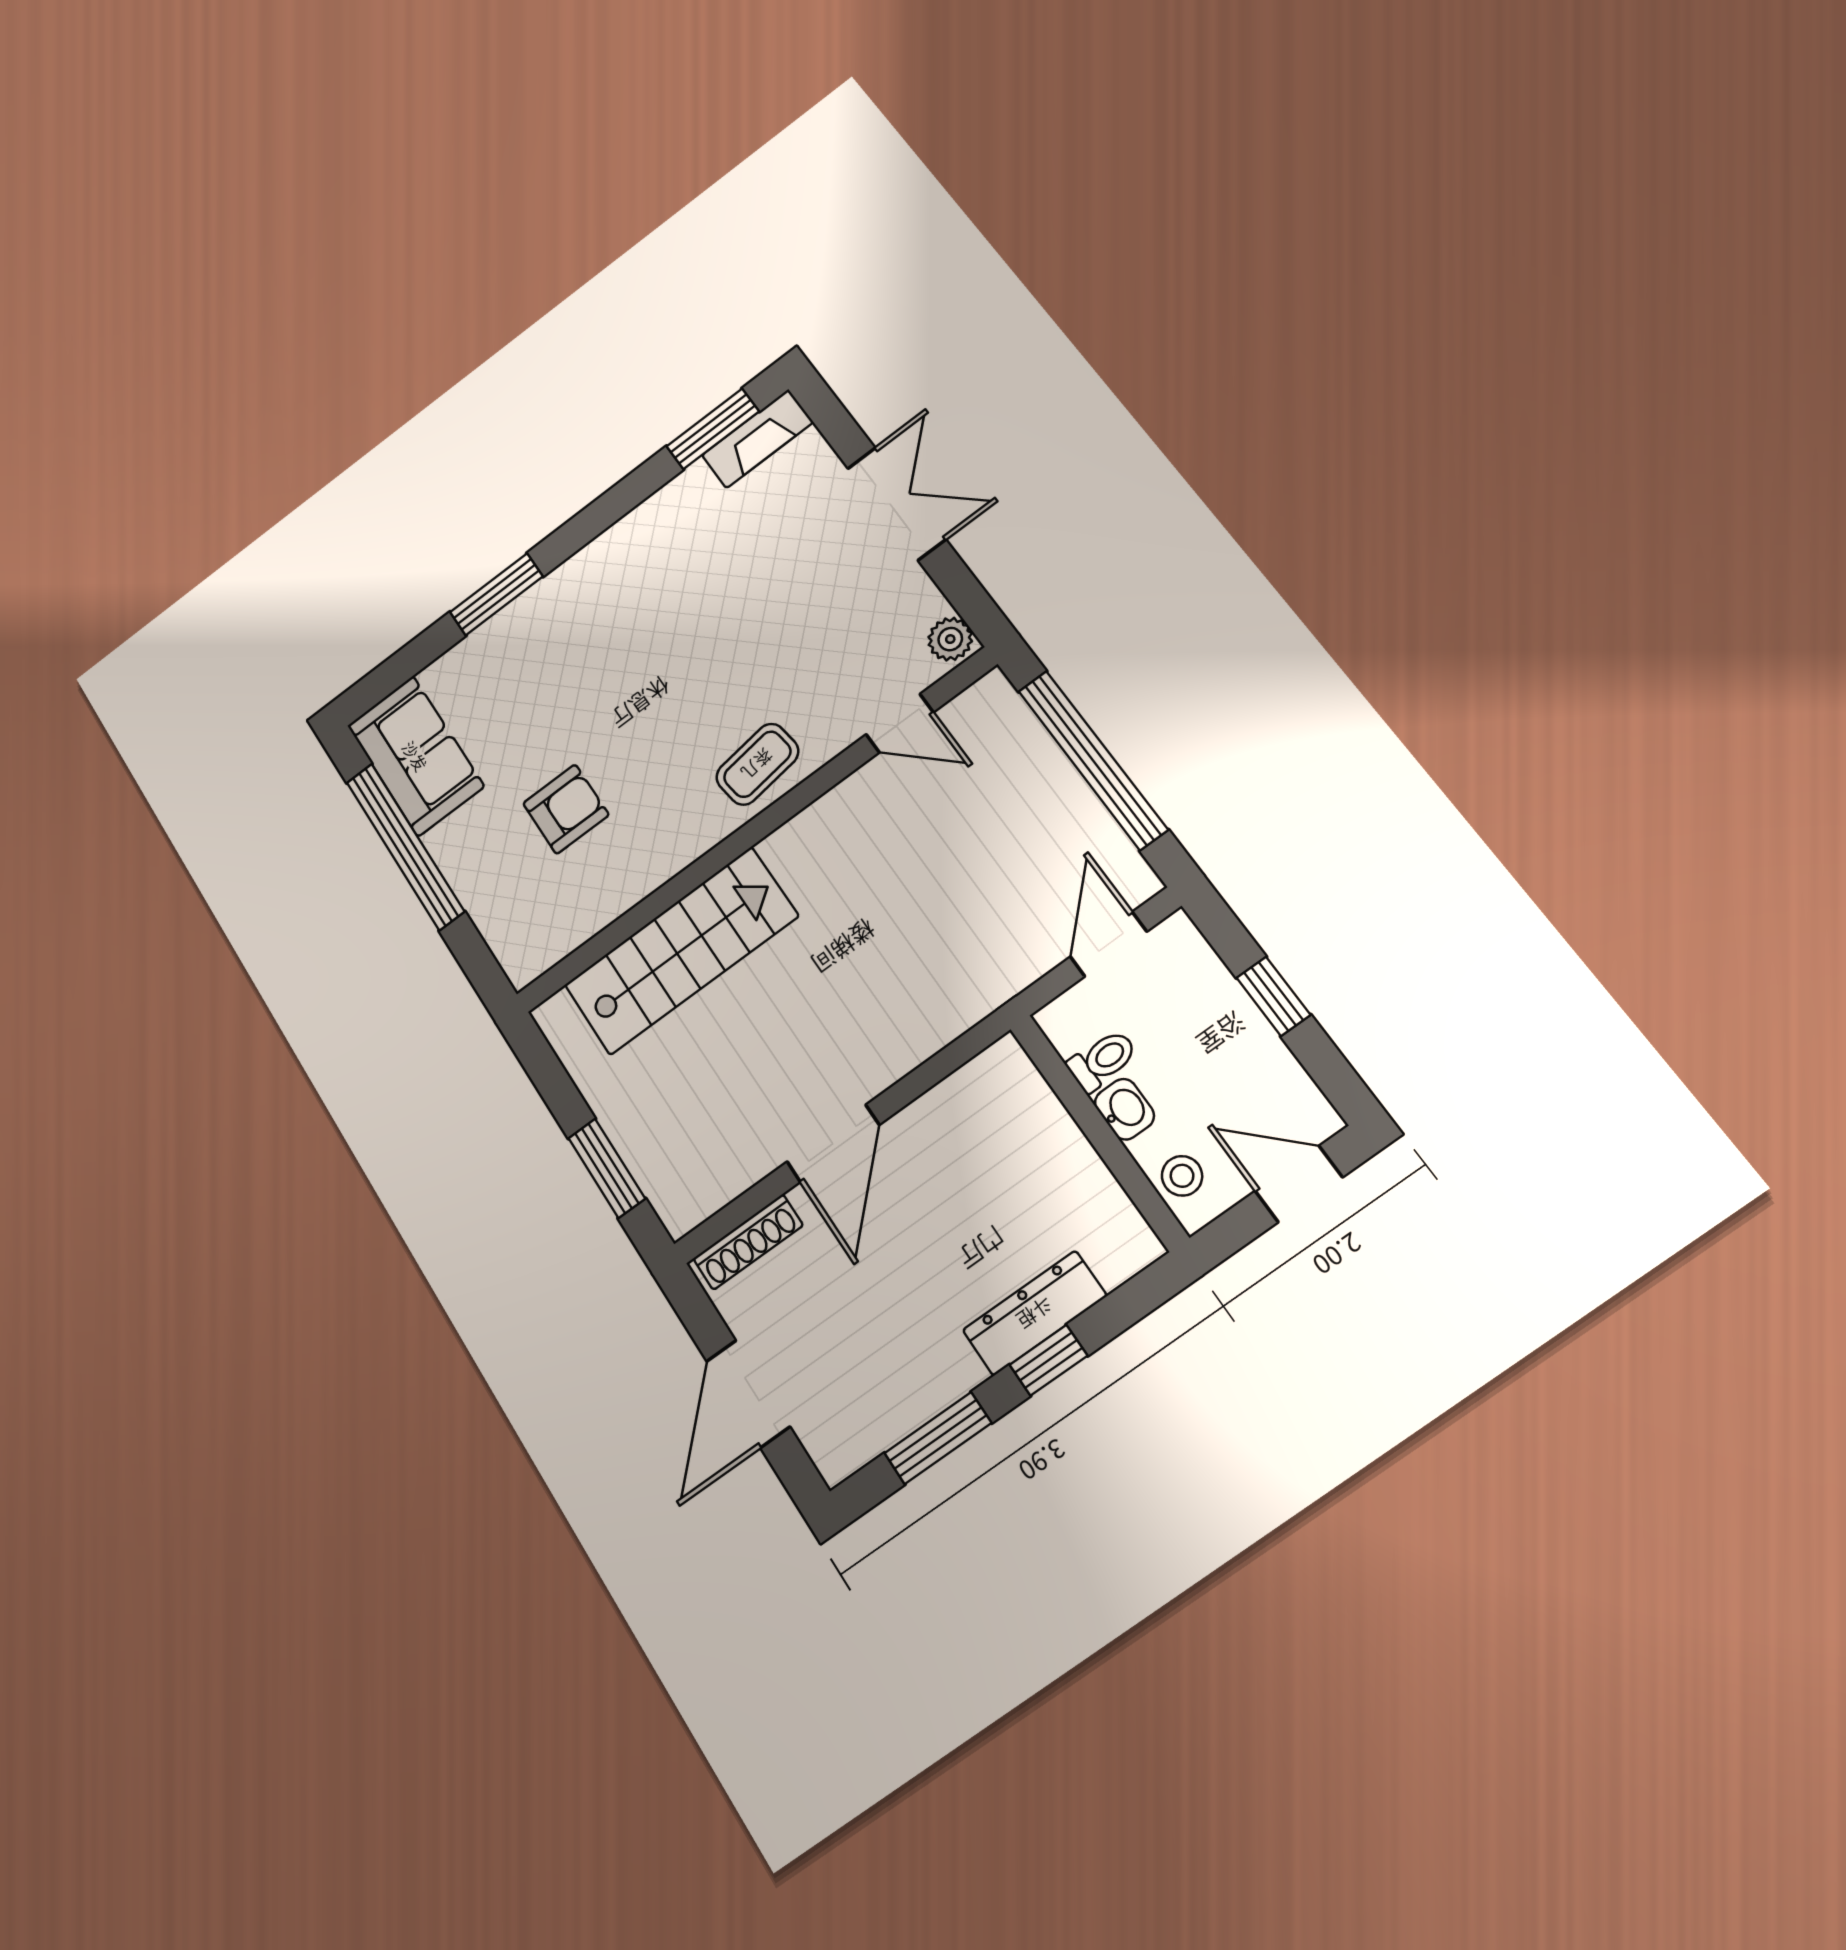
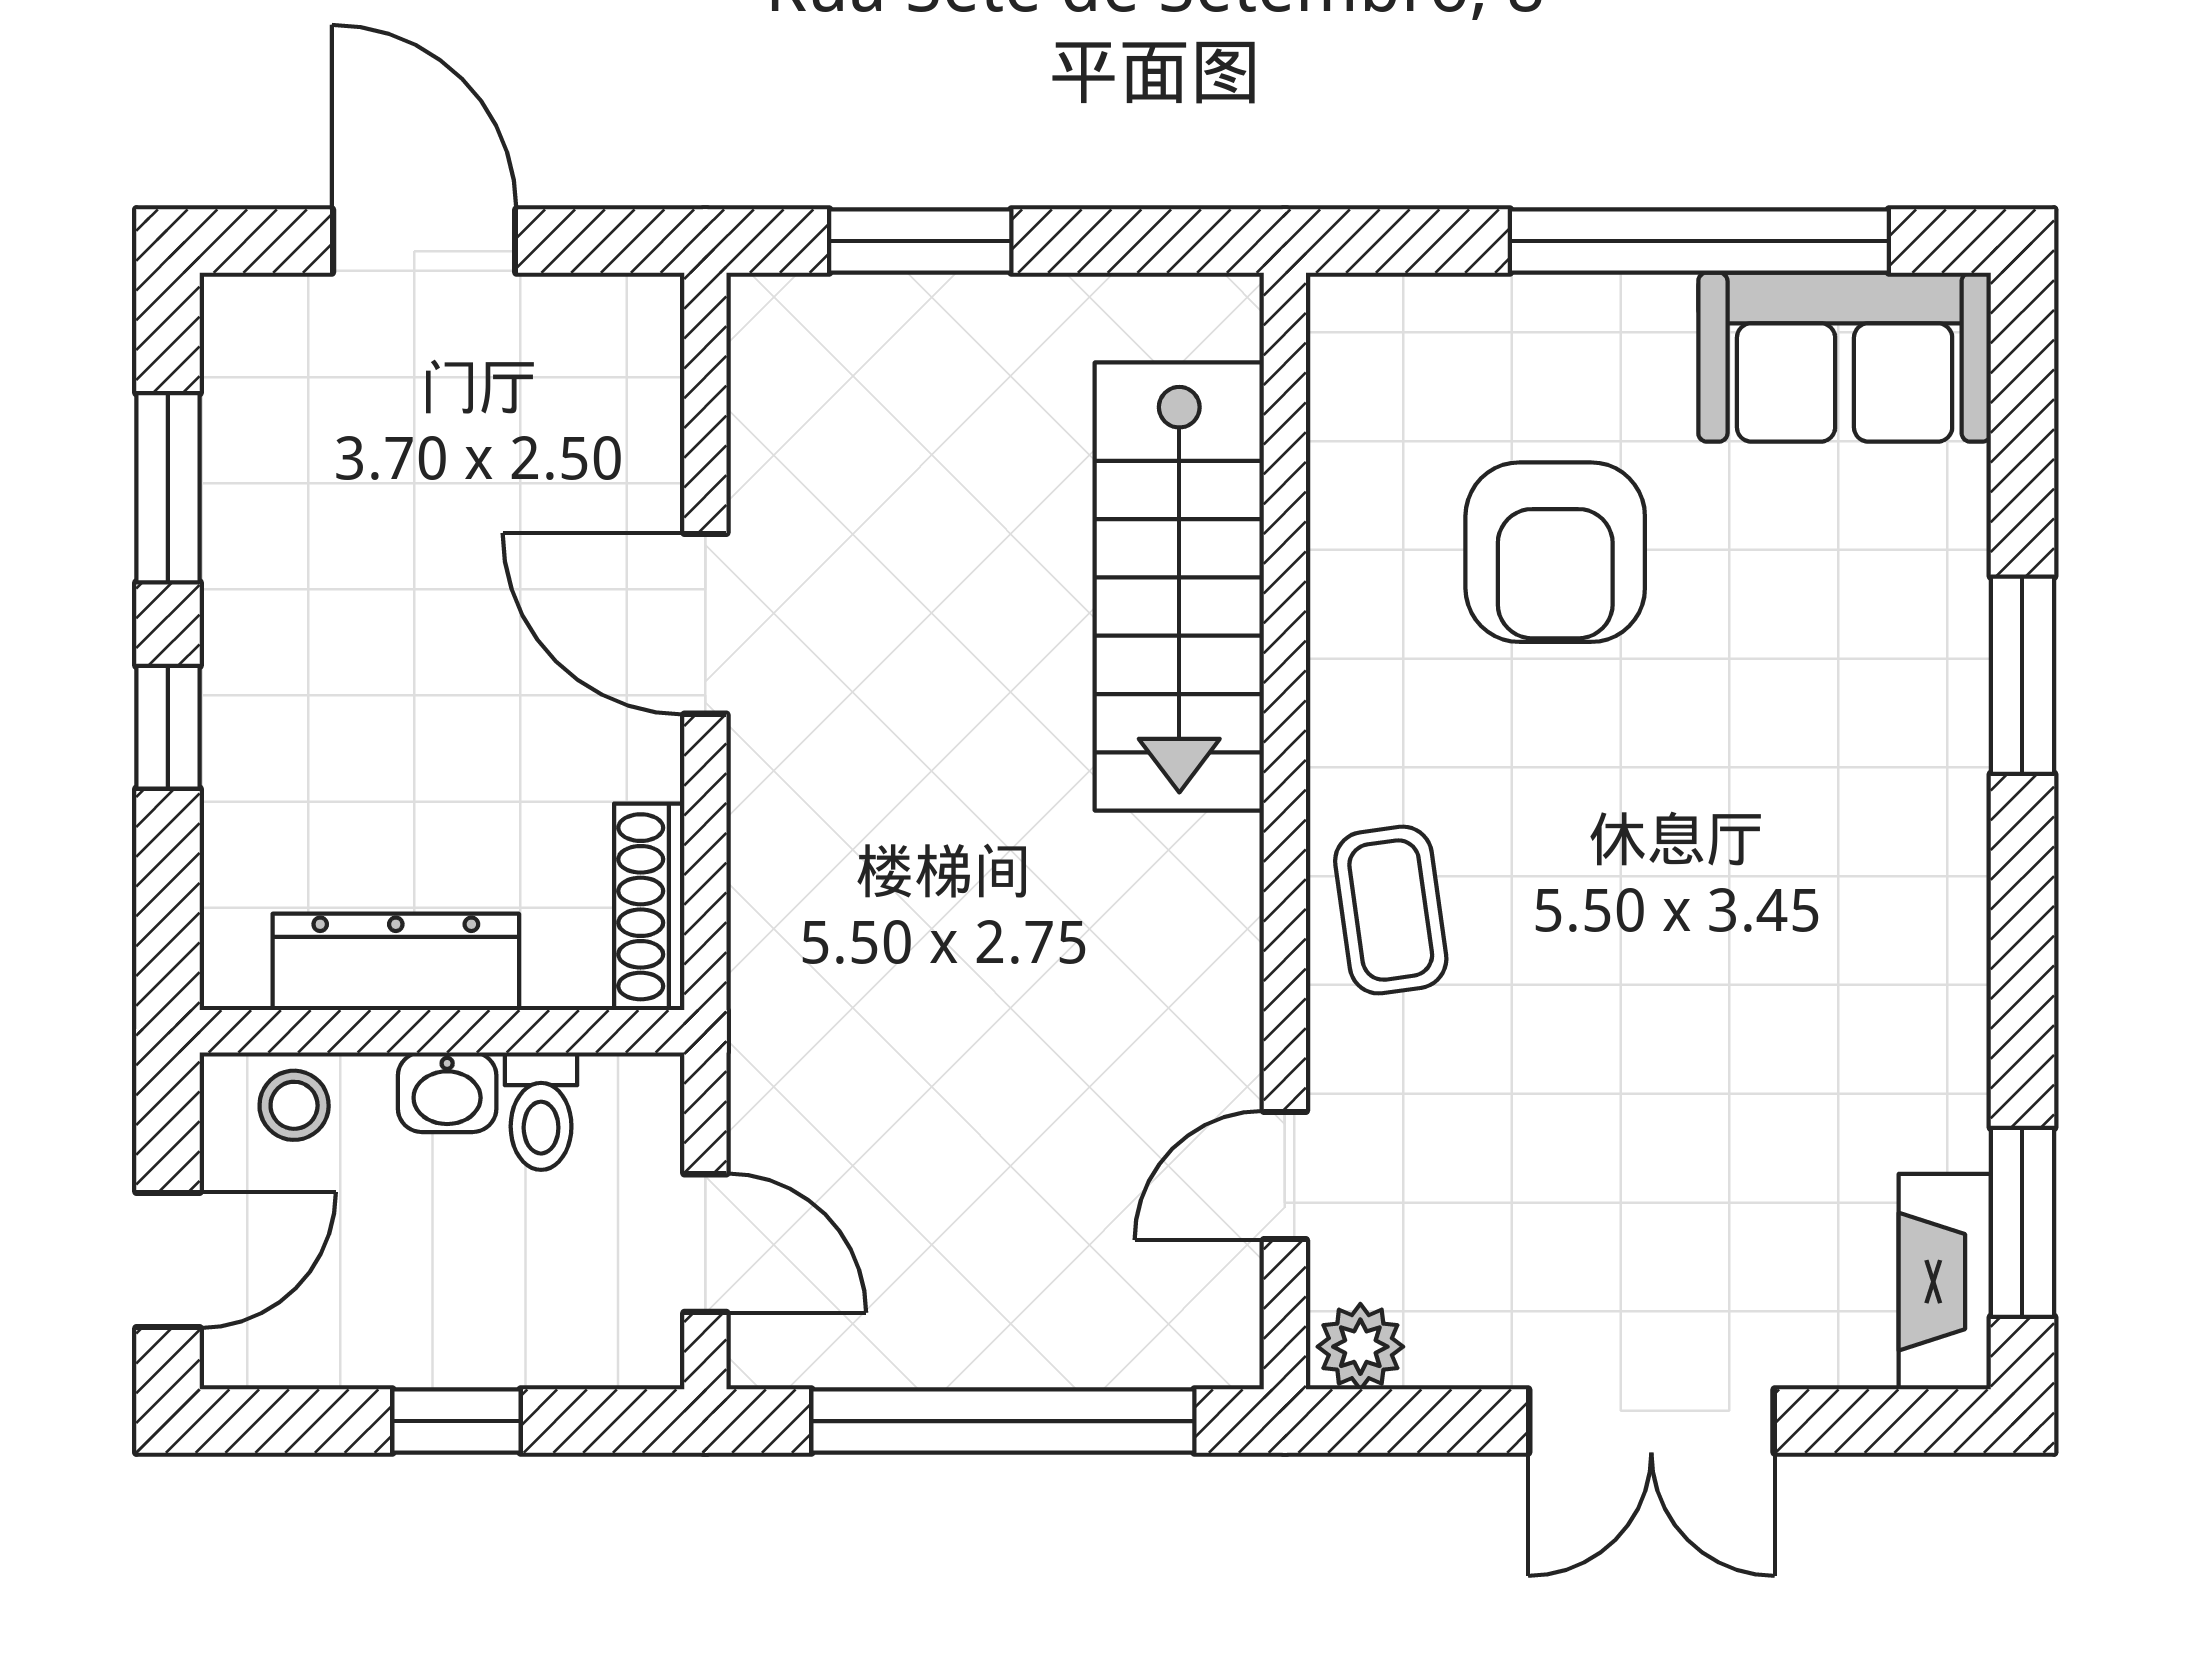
armchair: (566, 809) -> (1555, 552), width x1.38, depth x1.38
shoe rack: (748, 1242) -> (649, 907), moved
dresser: (1035, 1313) -> (396, 962), moved, turned -90

